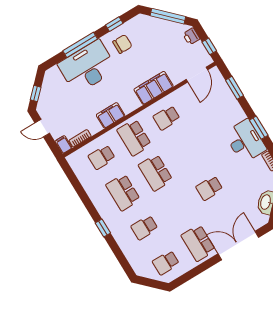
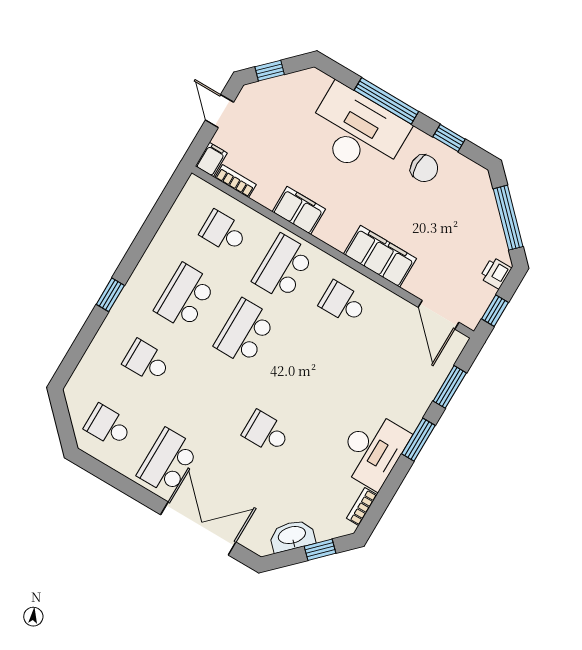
door: (197, 75) -> (439, 315), hinge flipped
window: (259, 128) -> (418, 440), moved

